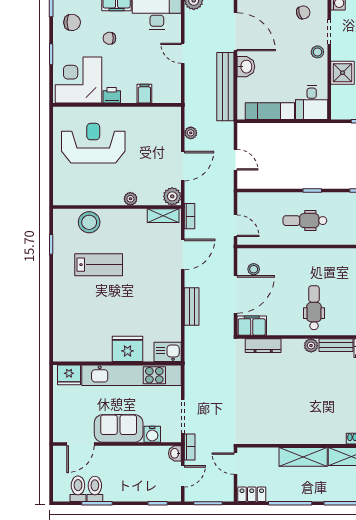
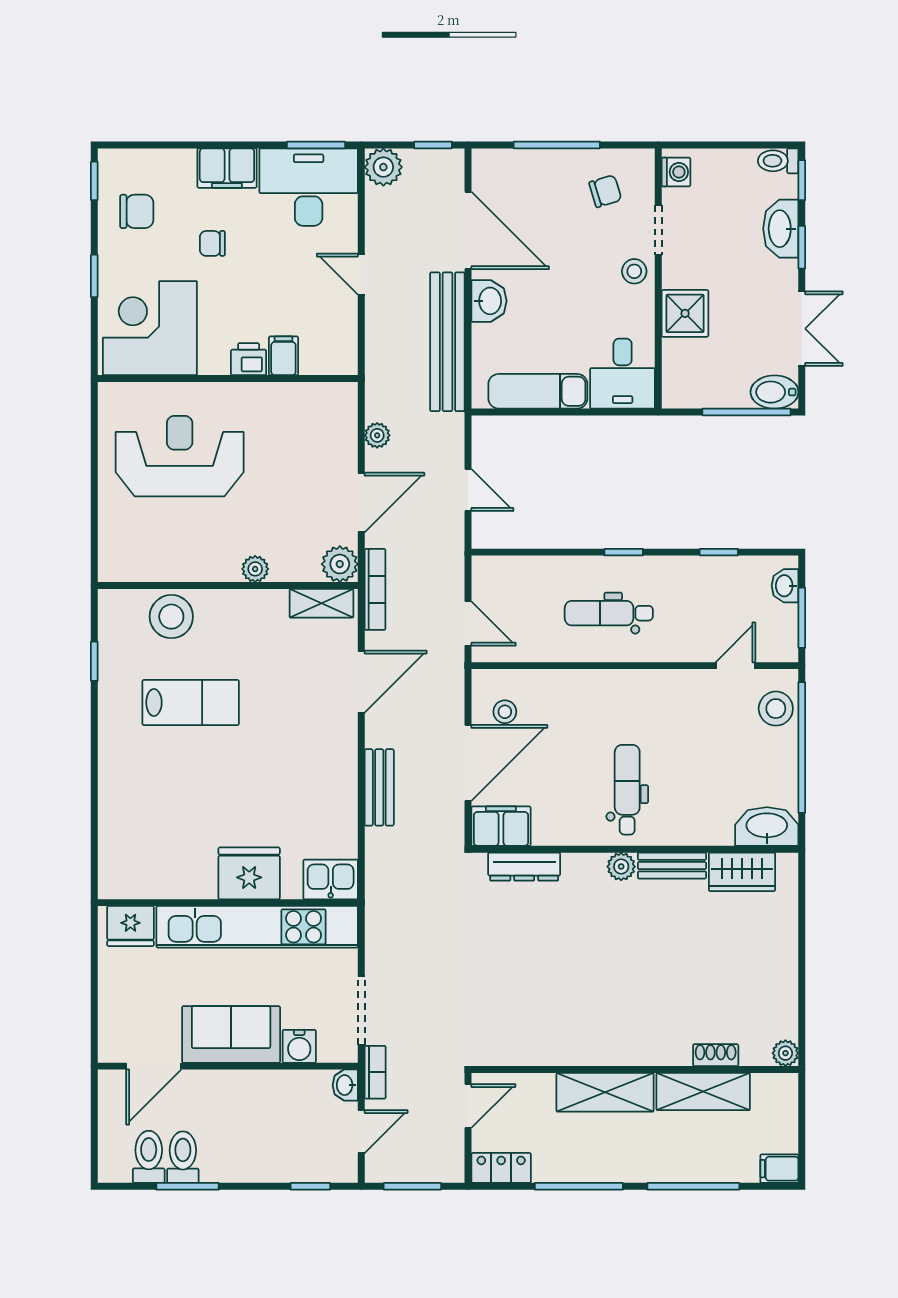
printer: (112, 95) -> (249, 359), moved
bookcase: (190, 216) -> (375, 589), width x1.56
door: (235, 464) -> (468, 1106), swing flipped

